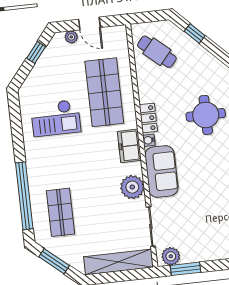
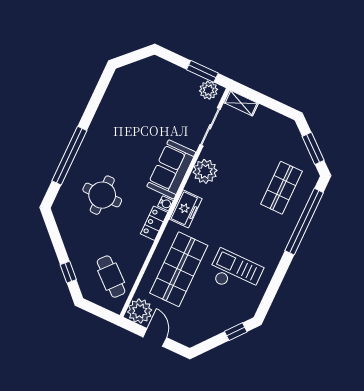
plant: (71, 37) -> (140, 311), moved, width x1.87, depth x1.87
window: (36, 52) -> (236, 332), moved
shelving: (118, 262) -> (241, 103), width x0.45, depth x0.75

